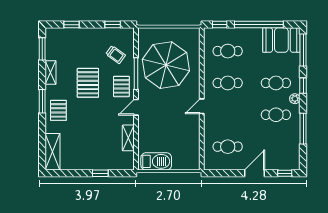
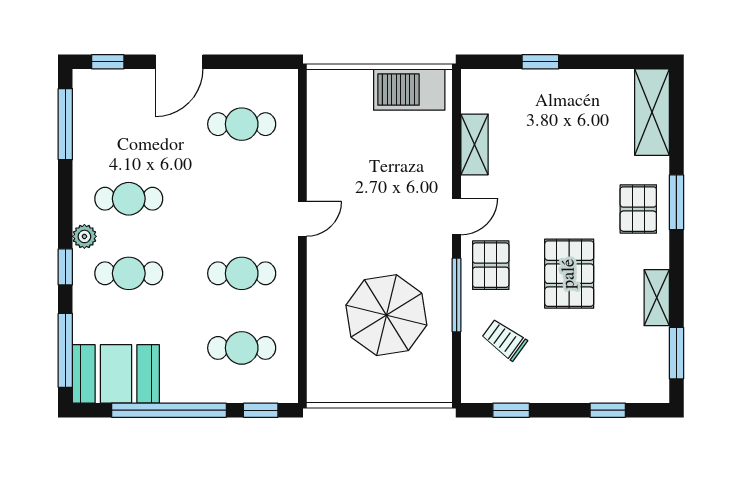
parasol: (166, 65) -> (386, 315), width x0.73, depth x0.73
window: (42, 101) -> (676, 202), moved
window: (303, 129) -> (65, 124), moved

